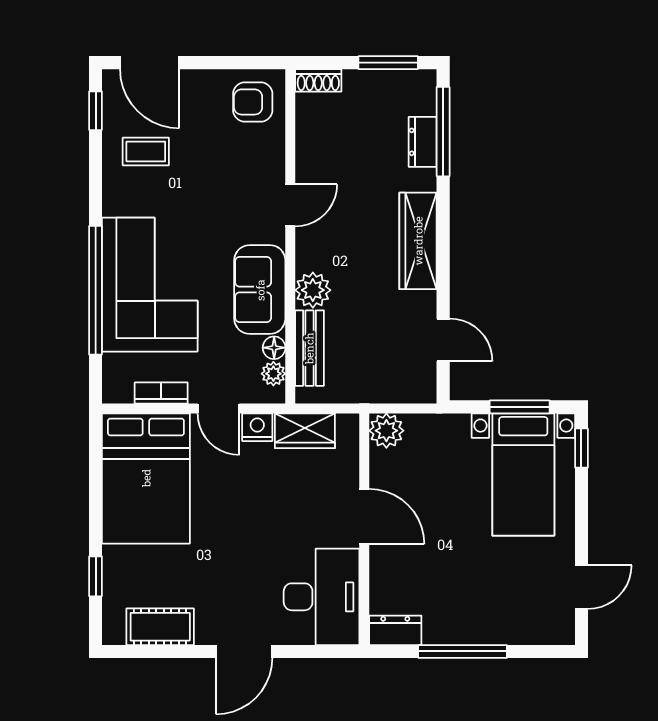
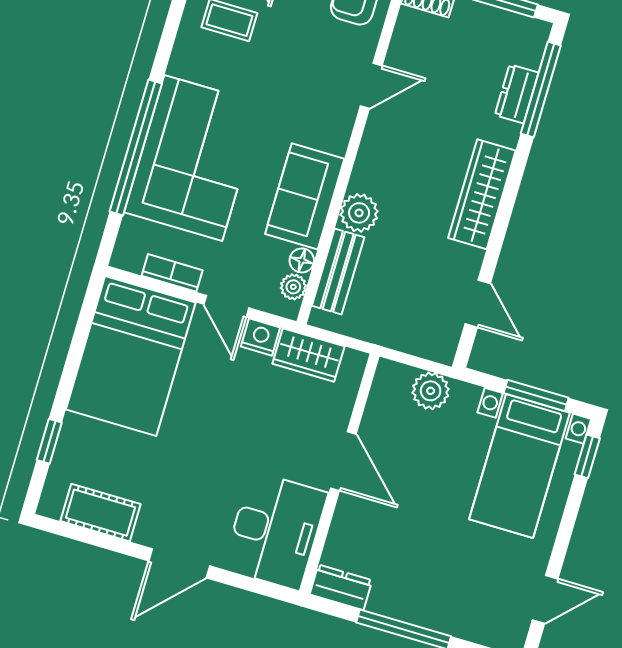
door: (290, 205) -> (371, 86), moved
plant: (386, 431) -> (431, 391), moved

